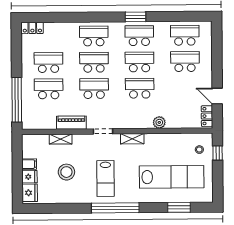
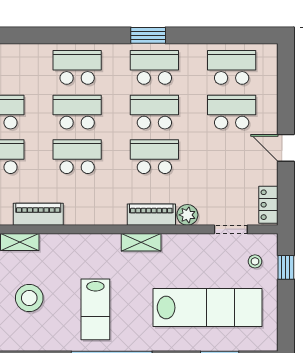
door: (217, 96) -> (286, 148), moved
piano: (138, 122) -> (151, 215), added
doorway: (103, 131) -> (231, 229), moved

